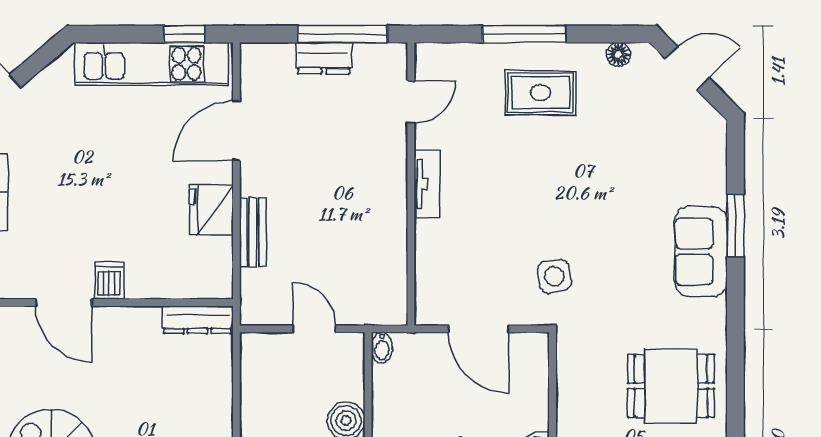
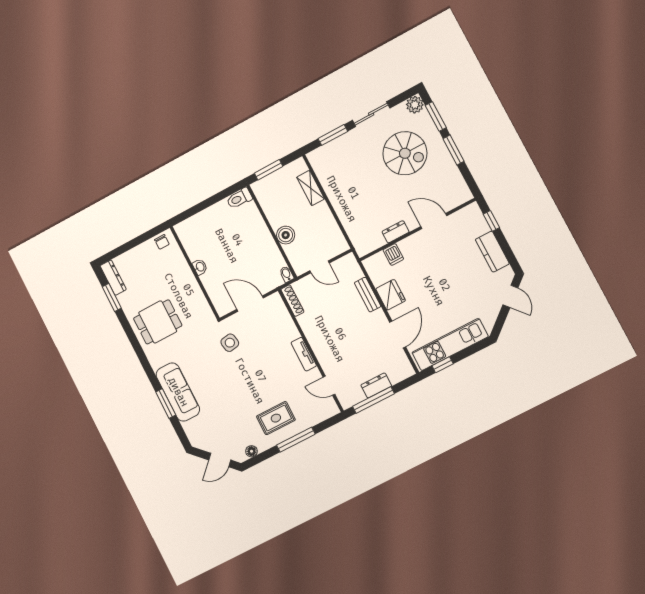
door: (411, 102) -> (329, 386), hinge flipped
sofa: (701, 252) -> (178, 392), width x1.36
dishwasher: (109, 280) -> (393, 254), moved
shoe rack: (397, 293) -> (292, 301), added
dresser: (198, 320) -> (396, 232), moved, width x0.70

